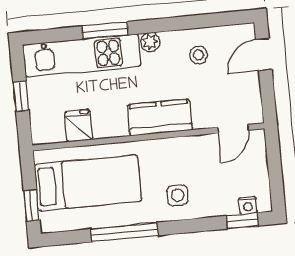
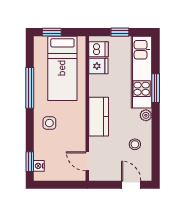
dishwasher: (52, 128) -> (98, 49), added

